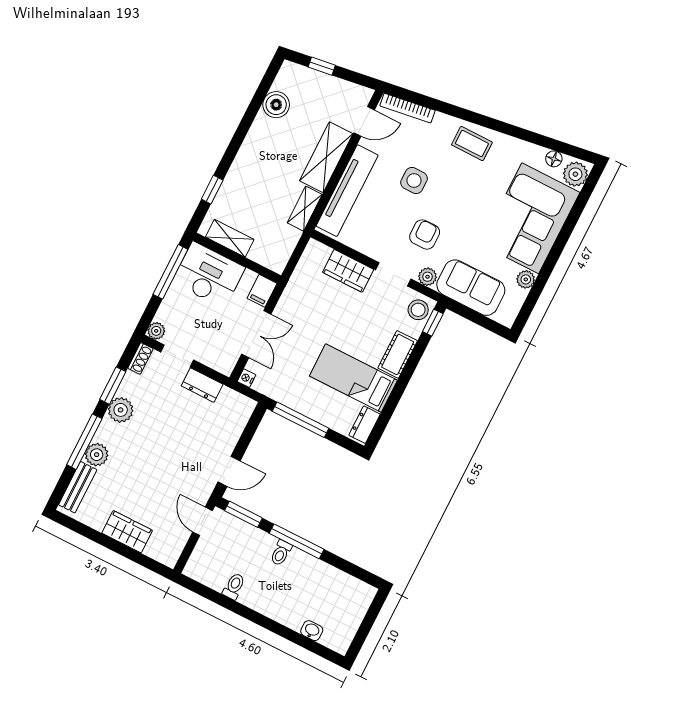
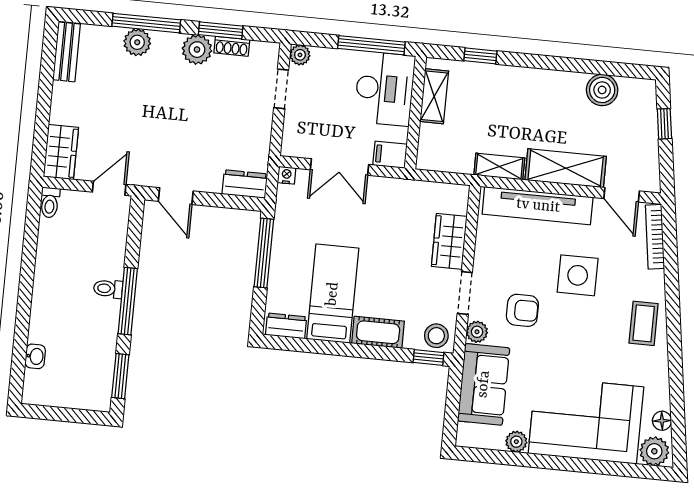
side table: (414, 181) -> (578, 275), width x1.37, depth x1.37
shoe rack: (140, 358) -> (232, 46), moved
dresser: (202, 385) -> (245, 184), moved, turned 90
bench: (78, 487) -> (67, 52), moved, turned 90
window: (243, 514) -> (120, 376), moved
wardrobe: (127, 532) -> (61, 152), moved
toilet: (234, 586) -> (50, 203), moved, turned 90

